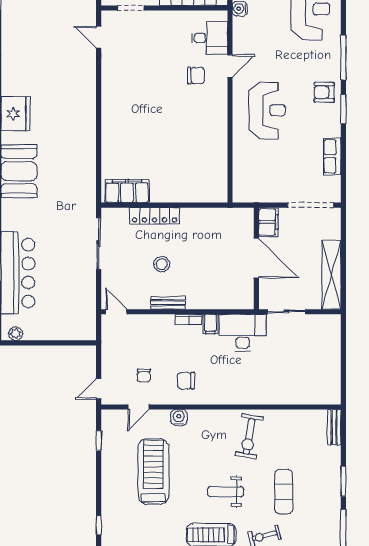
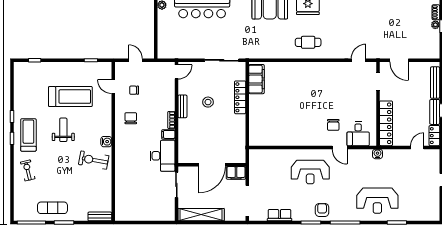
cafe table: (72, 113) -> (308, 42), added
door: (99, 389) -> (135, 60), moved
water cooler: (179, 417) -> (106, 142), moved
weight bench: (226, 492) -> (63, 130), moved
exercise mat: (284, 492) -> (52, 208), moved

